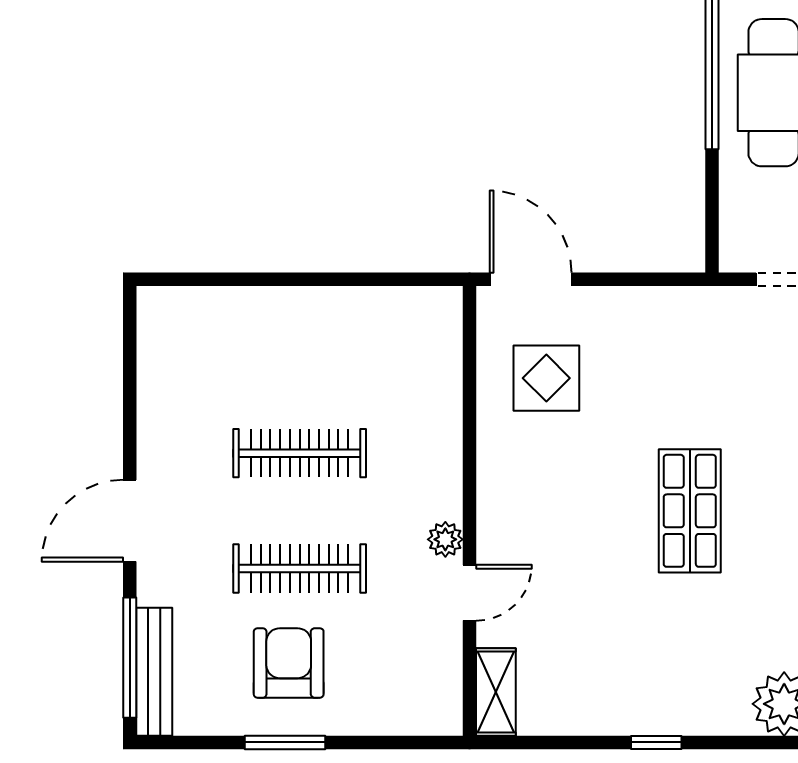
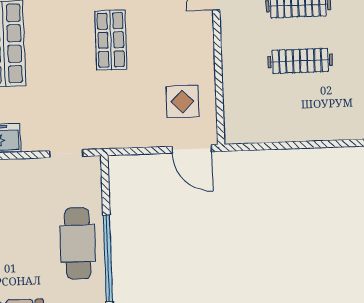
plant: (445, 539) -> (228, 22), removed

